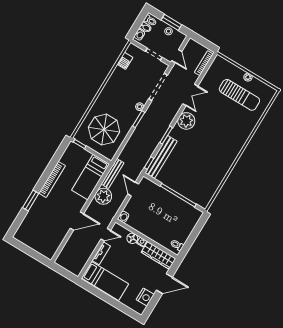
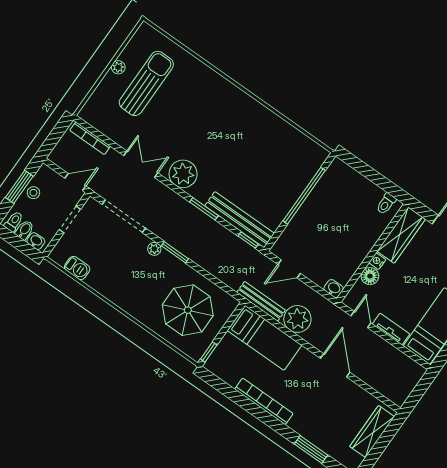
window: (31, 200) -> (311, 450), moved
wardrobe: (38, 246) -> (372, 432), added

